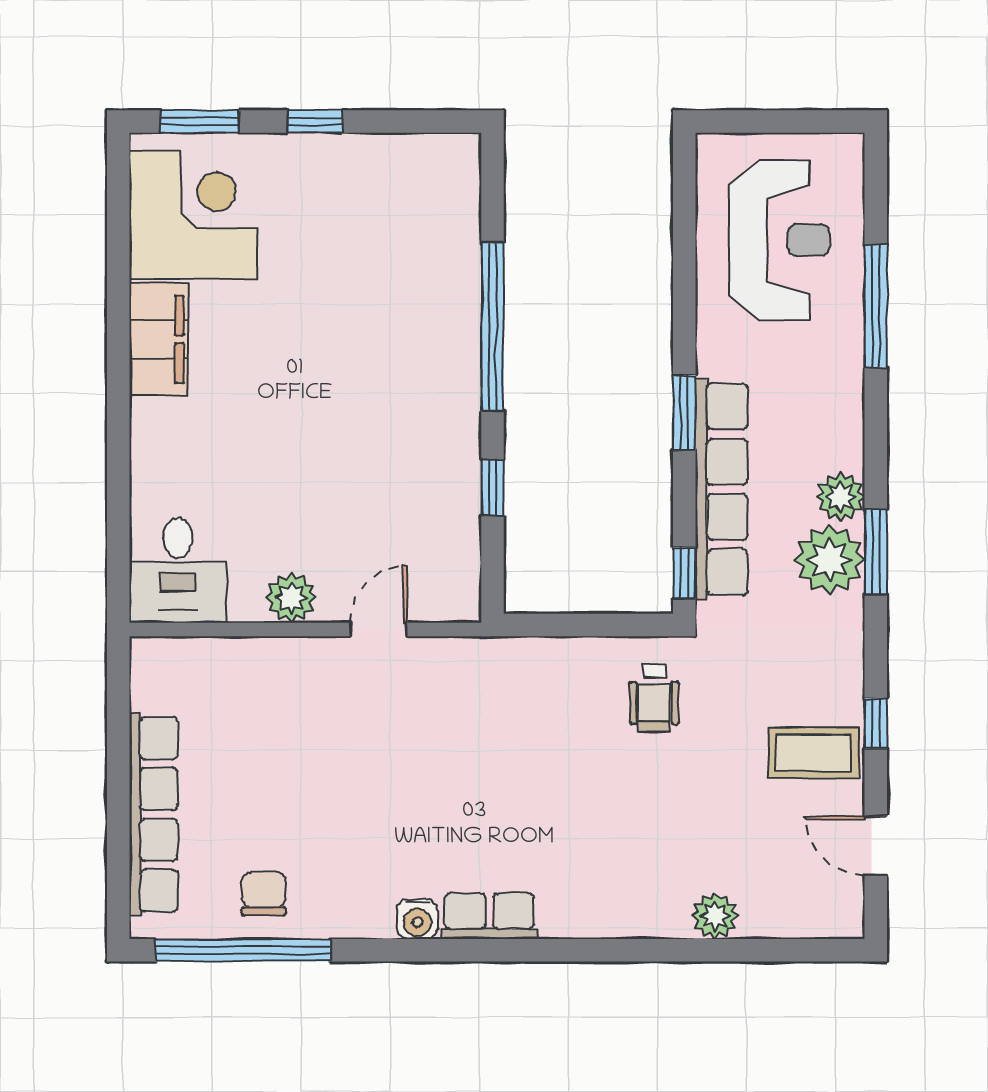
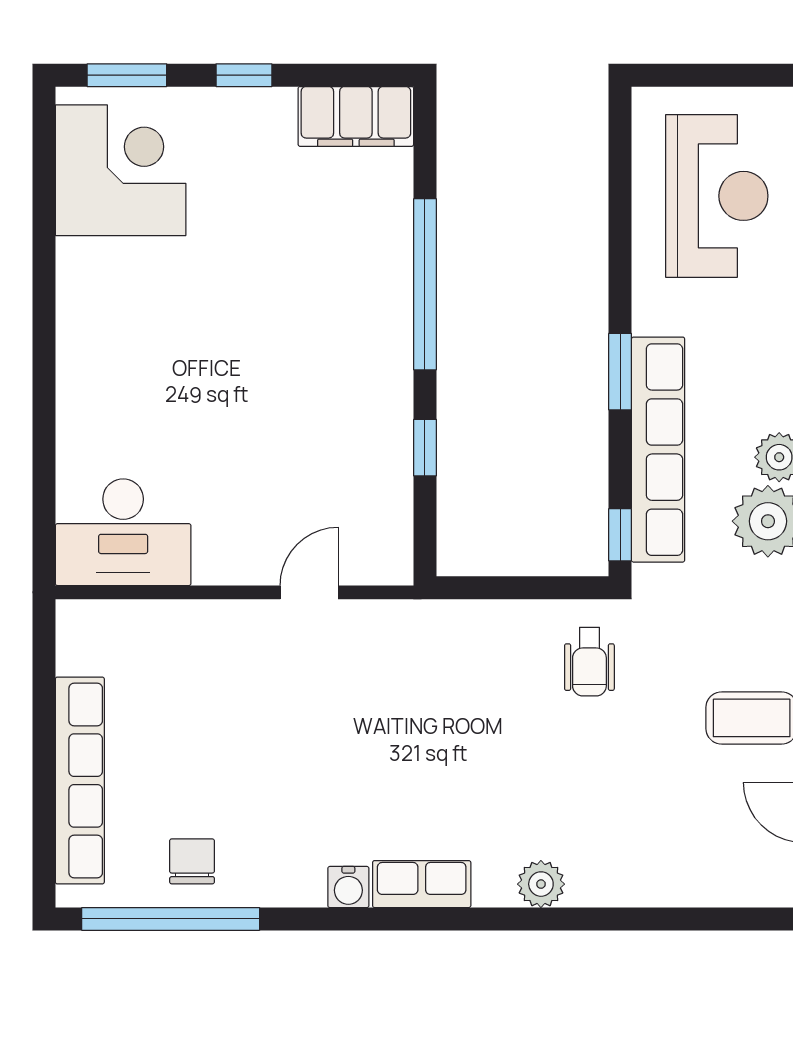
filing cabinet: (159, 339) -> (356, 116), moved, turned 90
desk: (178, 570) -> (123, 532), width x1.37
plant: (291, 598) -> (220, 560), removed
plant: (715, 916) -> (541, 884), moved

